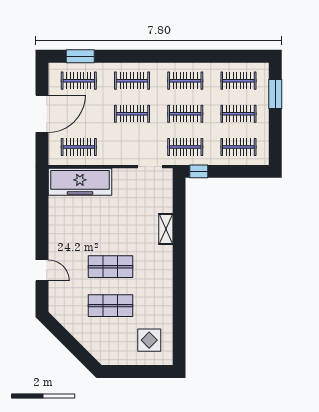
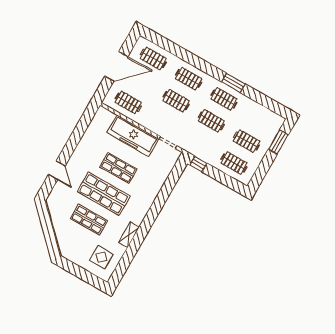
window: (80, 56) -> (233, 83), moved
clothes rail: (238, 81) -> (259, 119), removed
clothes rail: (185, 147) -> (199, 143), removed
freezer: (80, 182) -> (133, 136), moved
shop shelf: (111, 228) -> (119, 168), added
shelving: (166, 229) -> (129, 235), moved
shop shelf: (111, 267) -> (104, 194), width x1.43, depth x1.36

